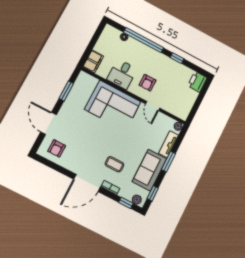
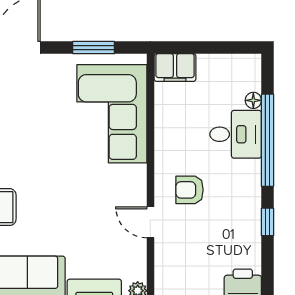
desk: (122, 74) -> (236, 134), moved, turned 180
corner sofa: (113, 105) -> (112, 114), moved
door: (153, 106) -> (150, 222), hinge flipped

